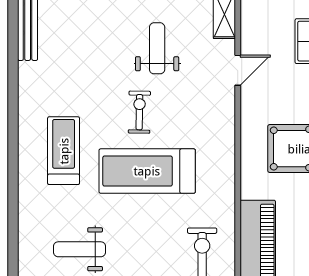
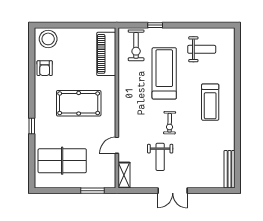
treadmill: (147, 171) -> (164, 73), moved, turned -90

